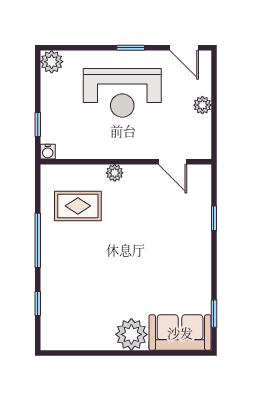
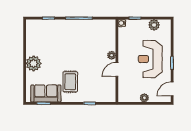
plant: (52, 62) -> (154, 25), moved
door: (173, 162) -> (117, 70), moved
rug: (78, 206) -> (70, 82), moved
sofa: (180, 333) -> (46, 93), moved, turned -90

